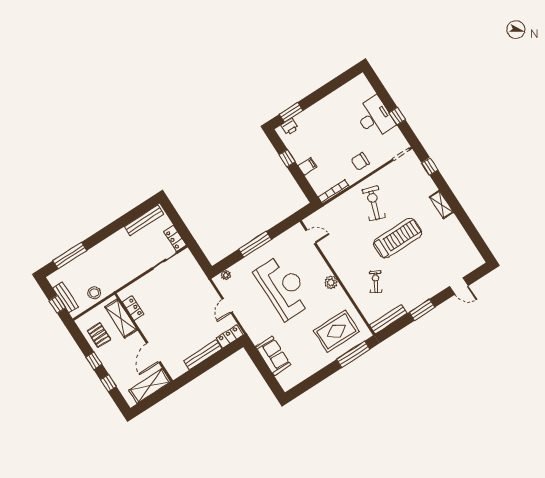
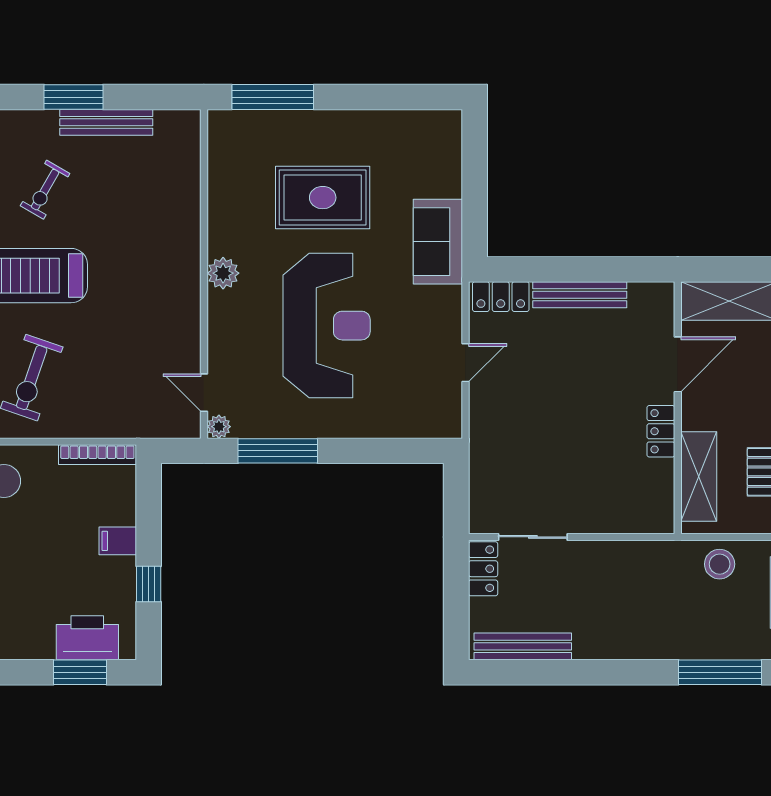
printer: (290, 127) -> (87, 638), width x1.87, depth x1.48
window: (255, 244) -> (278, 451), moved
plant: (226, 275) -> (219, 427), moved
exercise bike: (376, 282) -> (45, 190), moved
reception desk: (283, 287) -> (327, 326), turned 180
locker: (133, 308) -> (661, 431), moved
bench: (388, 319) -> (106, 122), moved
rug: (336, 331) -> (323, 198), moved
sofa: (273, 356) -> (438, 242), moved

